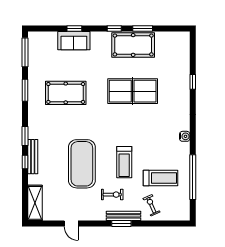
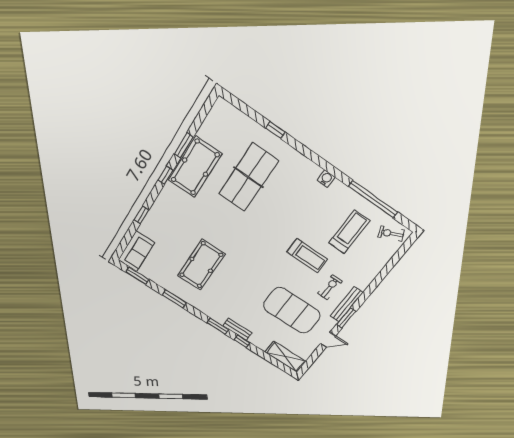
sofa: (74, 41) -> (136, 251), moved
window: (25, 52) -> (137, 276), width x0.69
table tennis table: (133, 91) -> (248, 177), moved
bench: (33, 157) -> (238, 329), width x0.73
exercise mat: (82, 164) -> (292, 310), moved
exercise bike: (151, 205) -> (391, 234), moved
bench: (123, 216) -> (347, 304), moved
window: (121, 224) -> (346, 318), moved

